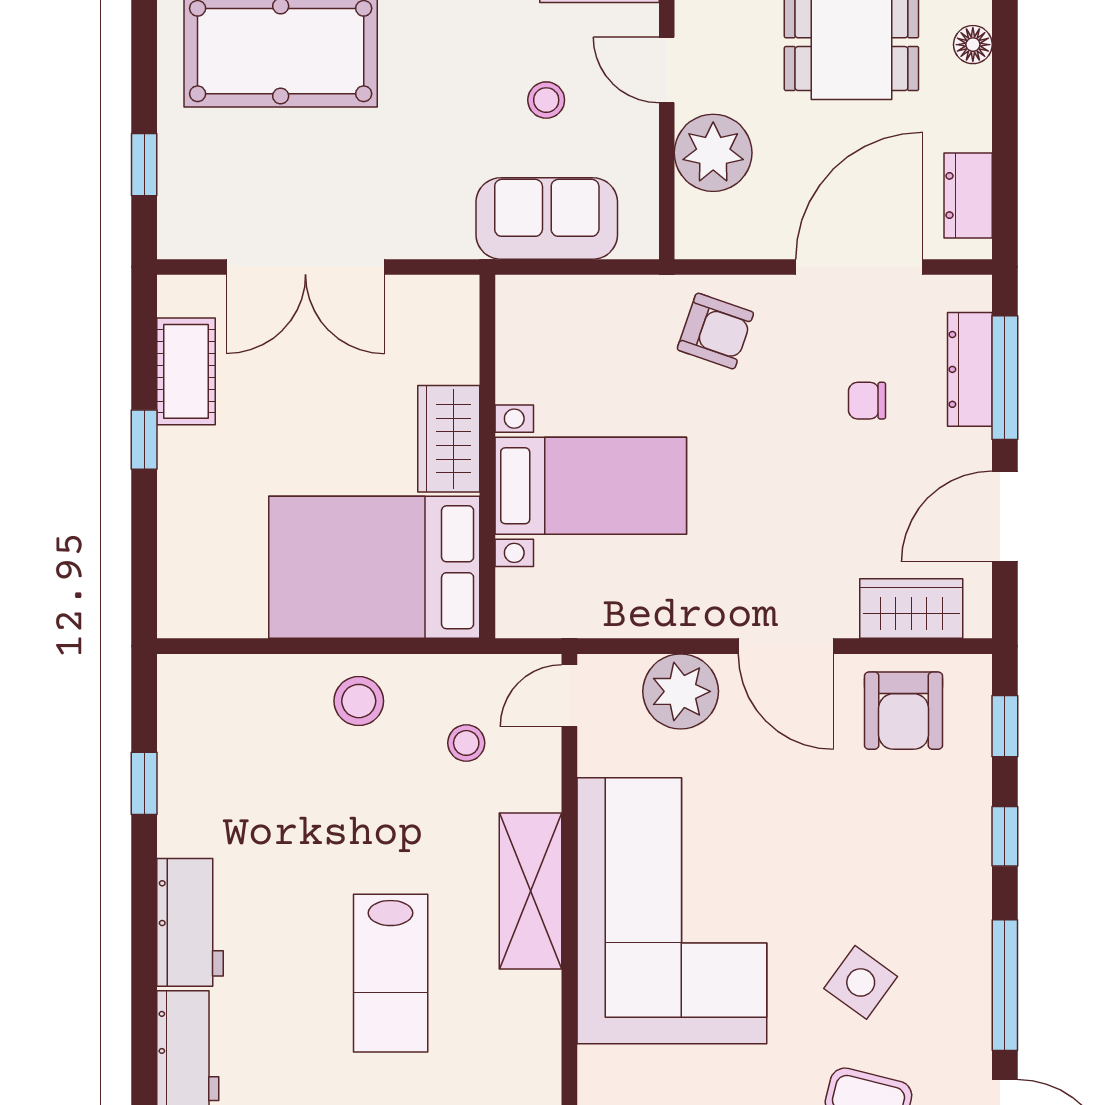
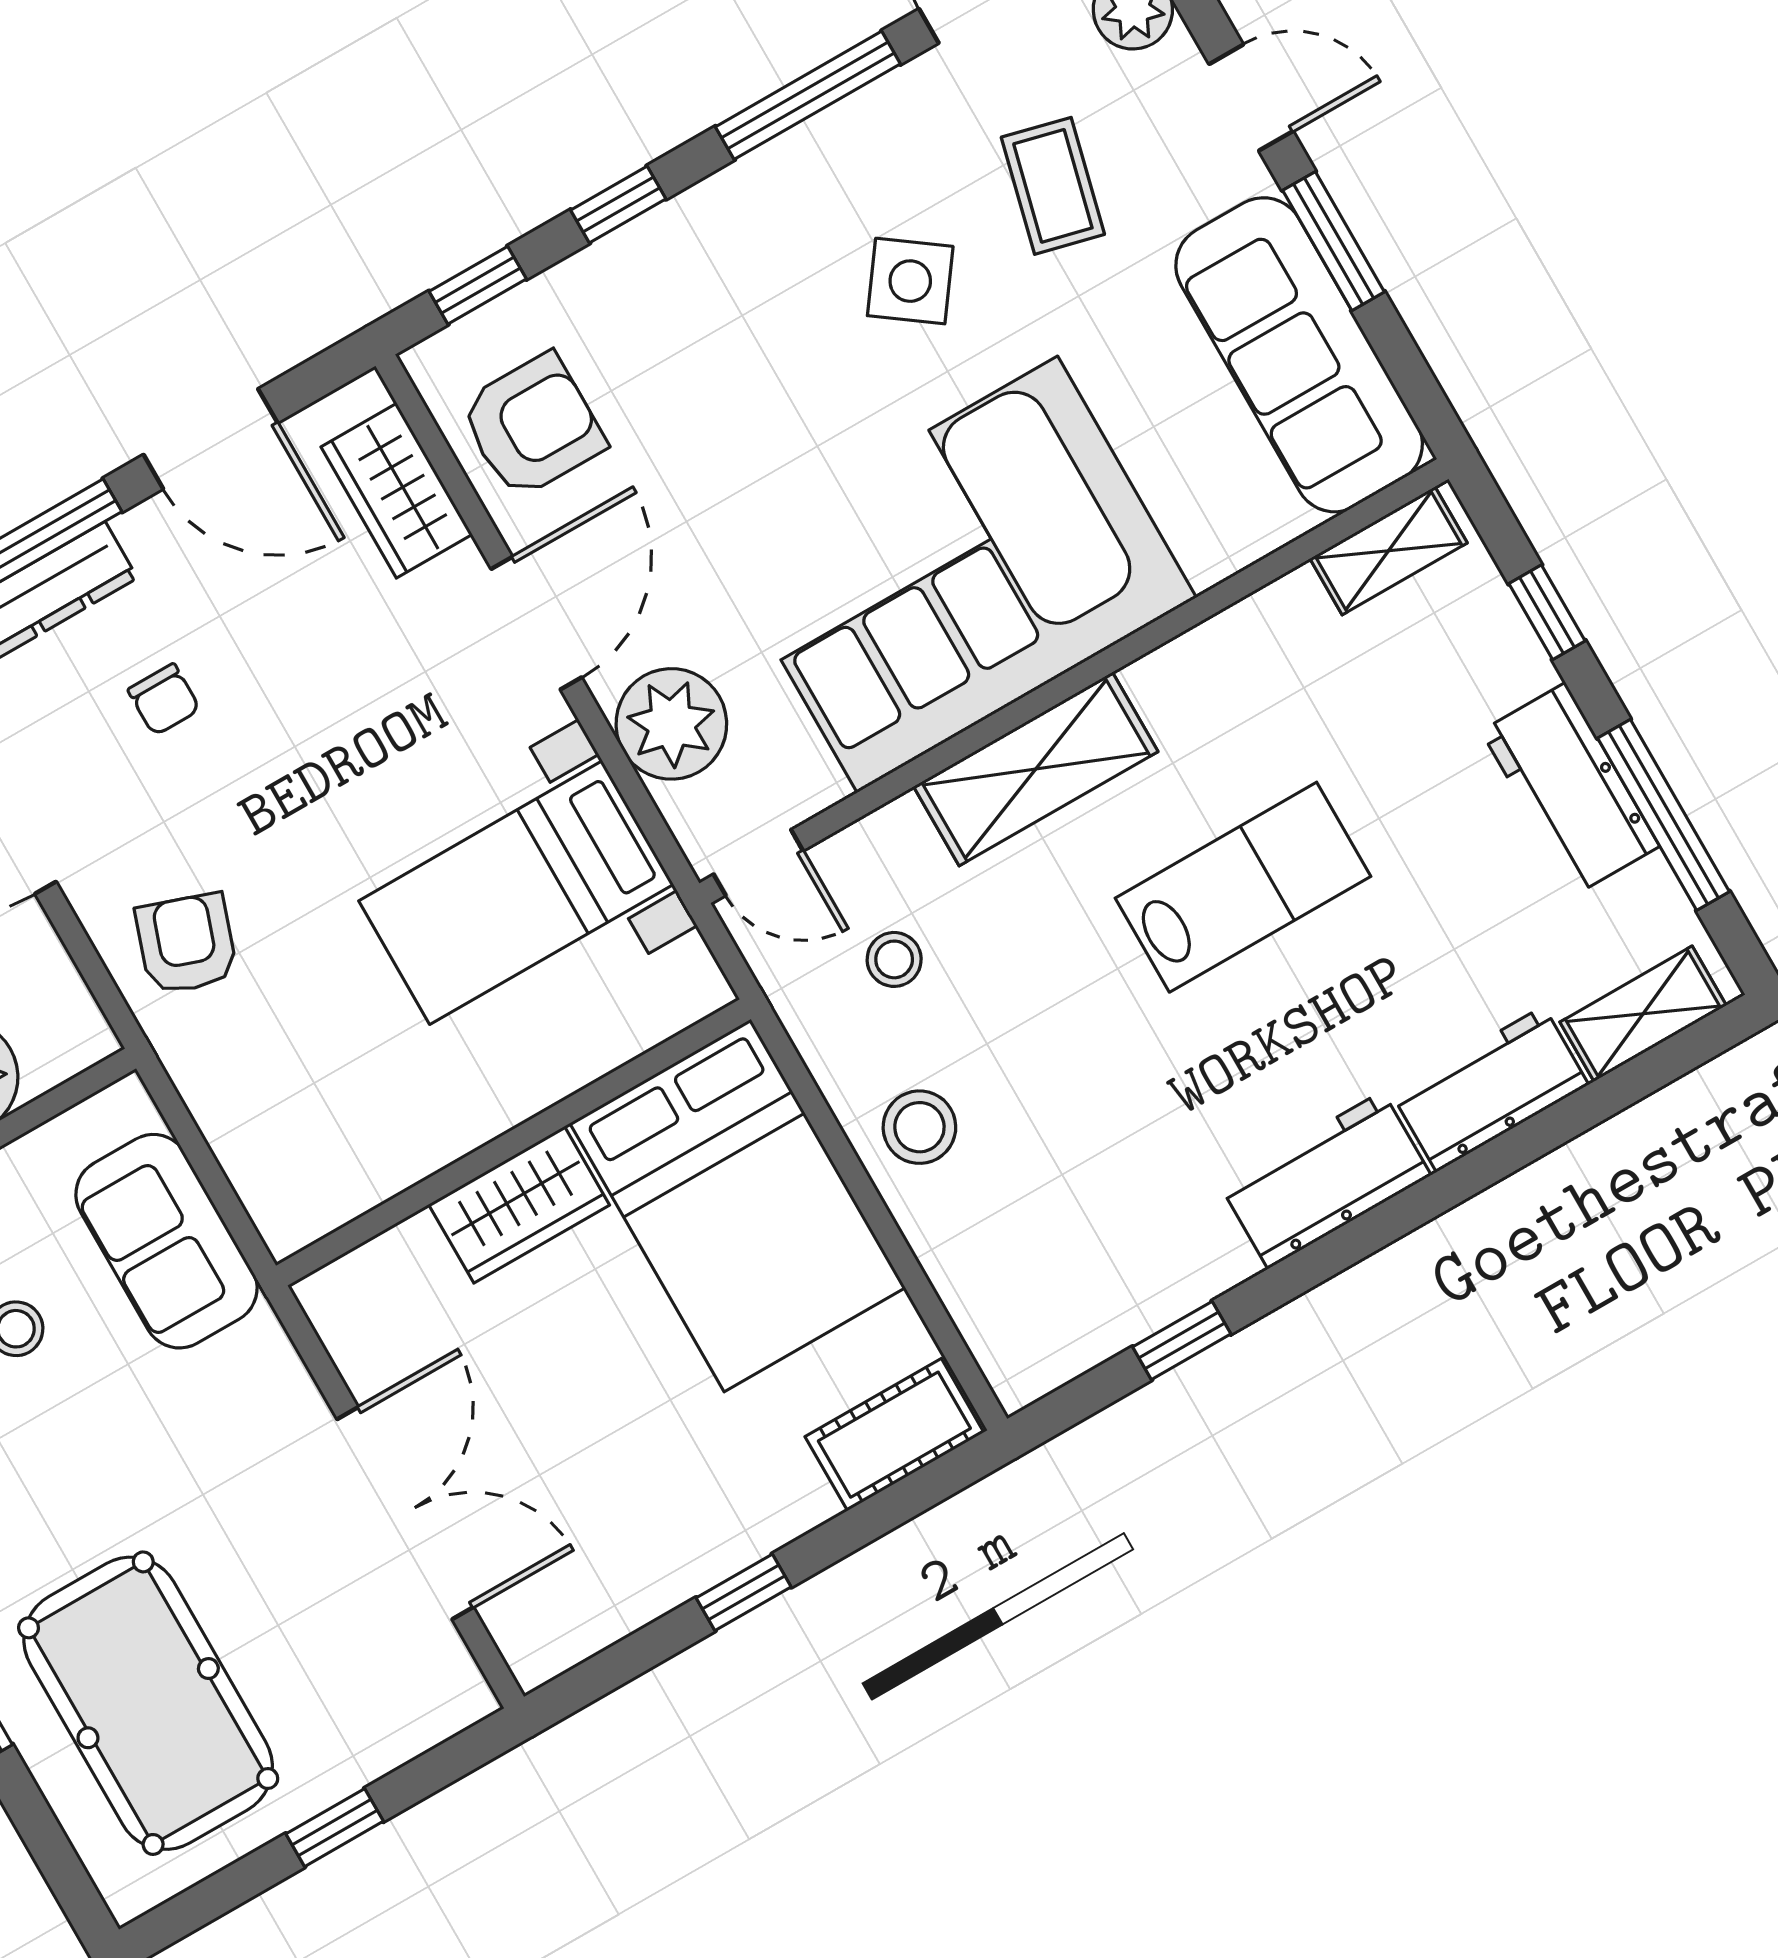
window: (144, 165) -> (335, 1828), moved
cot: (186, 371) -> (894, 1435), moved
bed with nightstands: (591, 486) -> (516, 893), moved, turned -90

